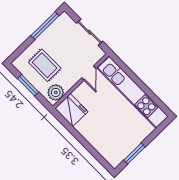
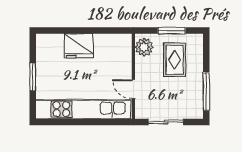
rug: (45, 65) -> (175, 60), turned 90
fridge: (71, 110) -> (79, 46), moved
window: (134, 154) -> (33, 77), moved

